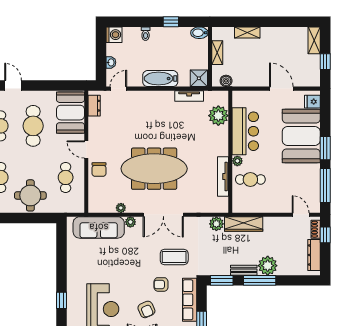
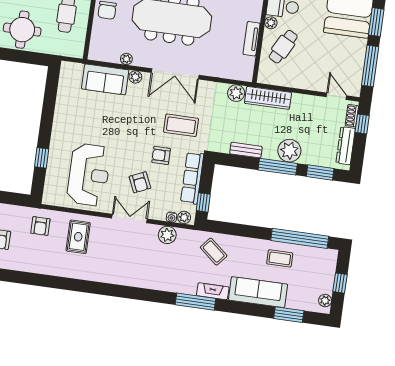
tv unit: (223, 177) -> (252, 39), width x0.71
cafe table: (250, 179) -> (283, 47), turned -62
sofa: (99, 227) -> (105, 79), width x0.73
bench: (244, 270) -> (246, 150), moved
window: (222, 280) -> (320, 173), moved

